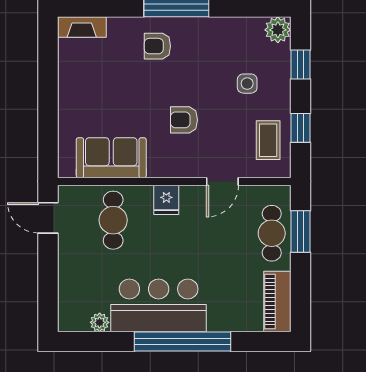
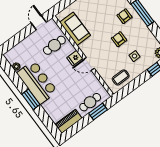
armchair: (184, 120) -> (119, 39), moved
window: (301, 128) -> (133, 85), removed
door: (222, 181) -> (89, 64), moved
window: (182, 342) -> (31, 99), width x0.47

